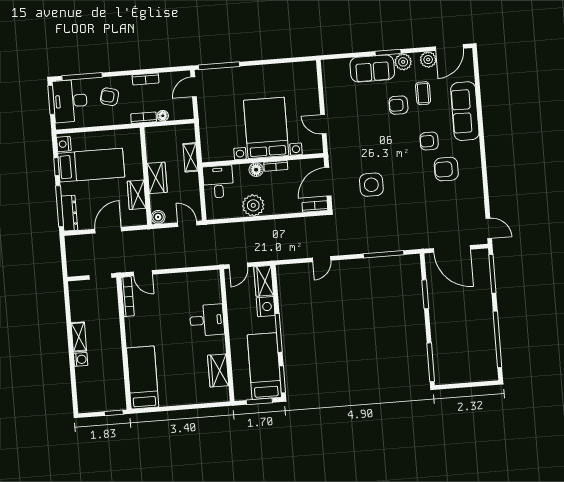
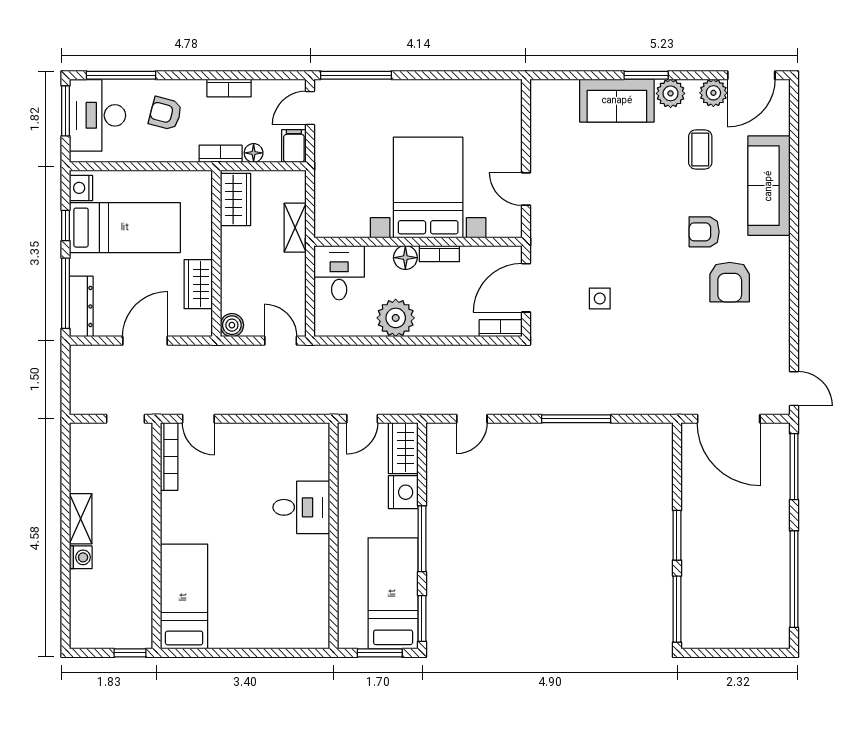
armchair: (398, 105) -> (657, 166), removed
filing cabinet: (186, 110) -> (294, 146), added
armchair: (446, 169) -> (730, 282), turned -90
wardrobe: (157, 178) -> (235, 199), moved
side table: (371, 185) -> (600, 299), width x0.54, depth x0.54
window: (384, 254) -> (576, 419), moved
door: (322, 259) -> (472, 419), moved
window: (425, 294) -> (677, 535), moved
wardrobe: (218, 370) -> (314, 595), removed

